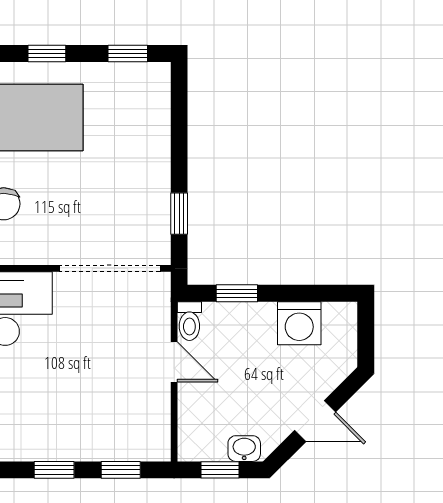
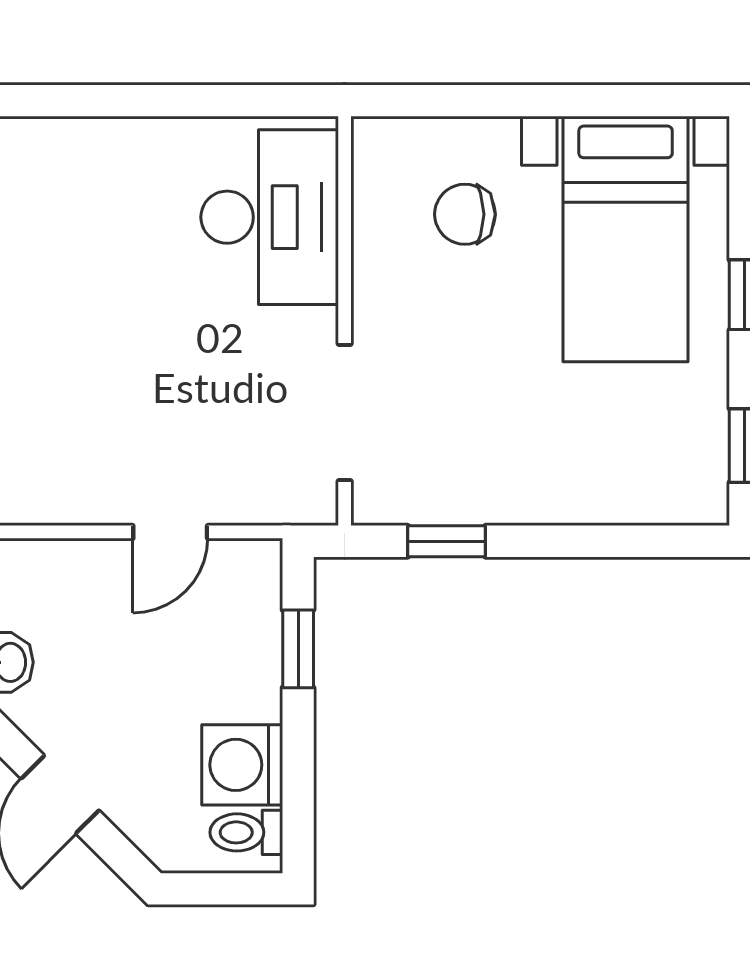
doorway: (110, 268) -> (345, 412), width x0.73
toilet: (189, 321) -> (246, 832), moved

